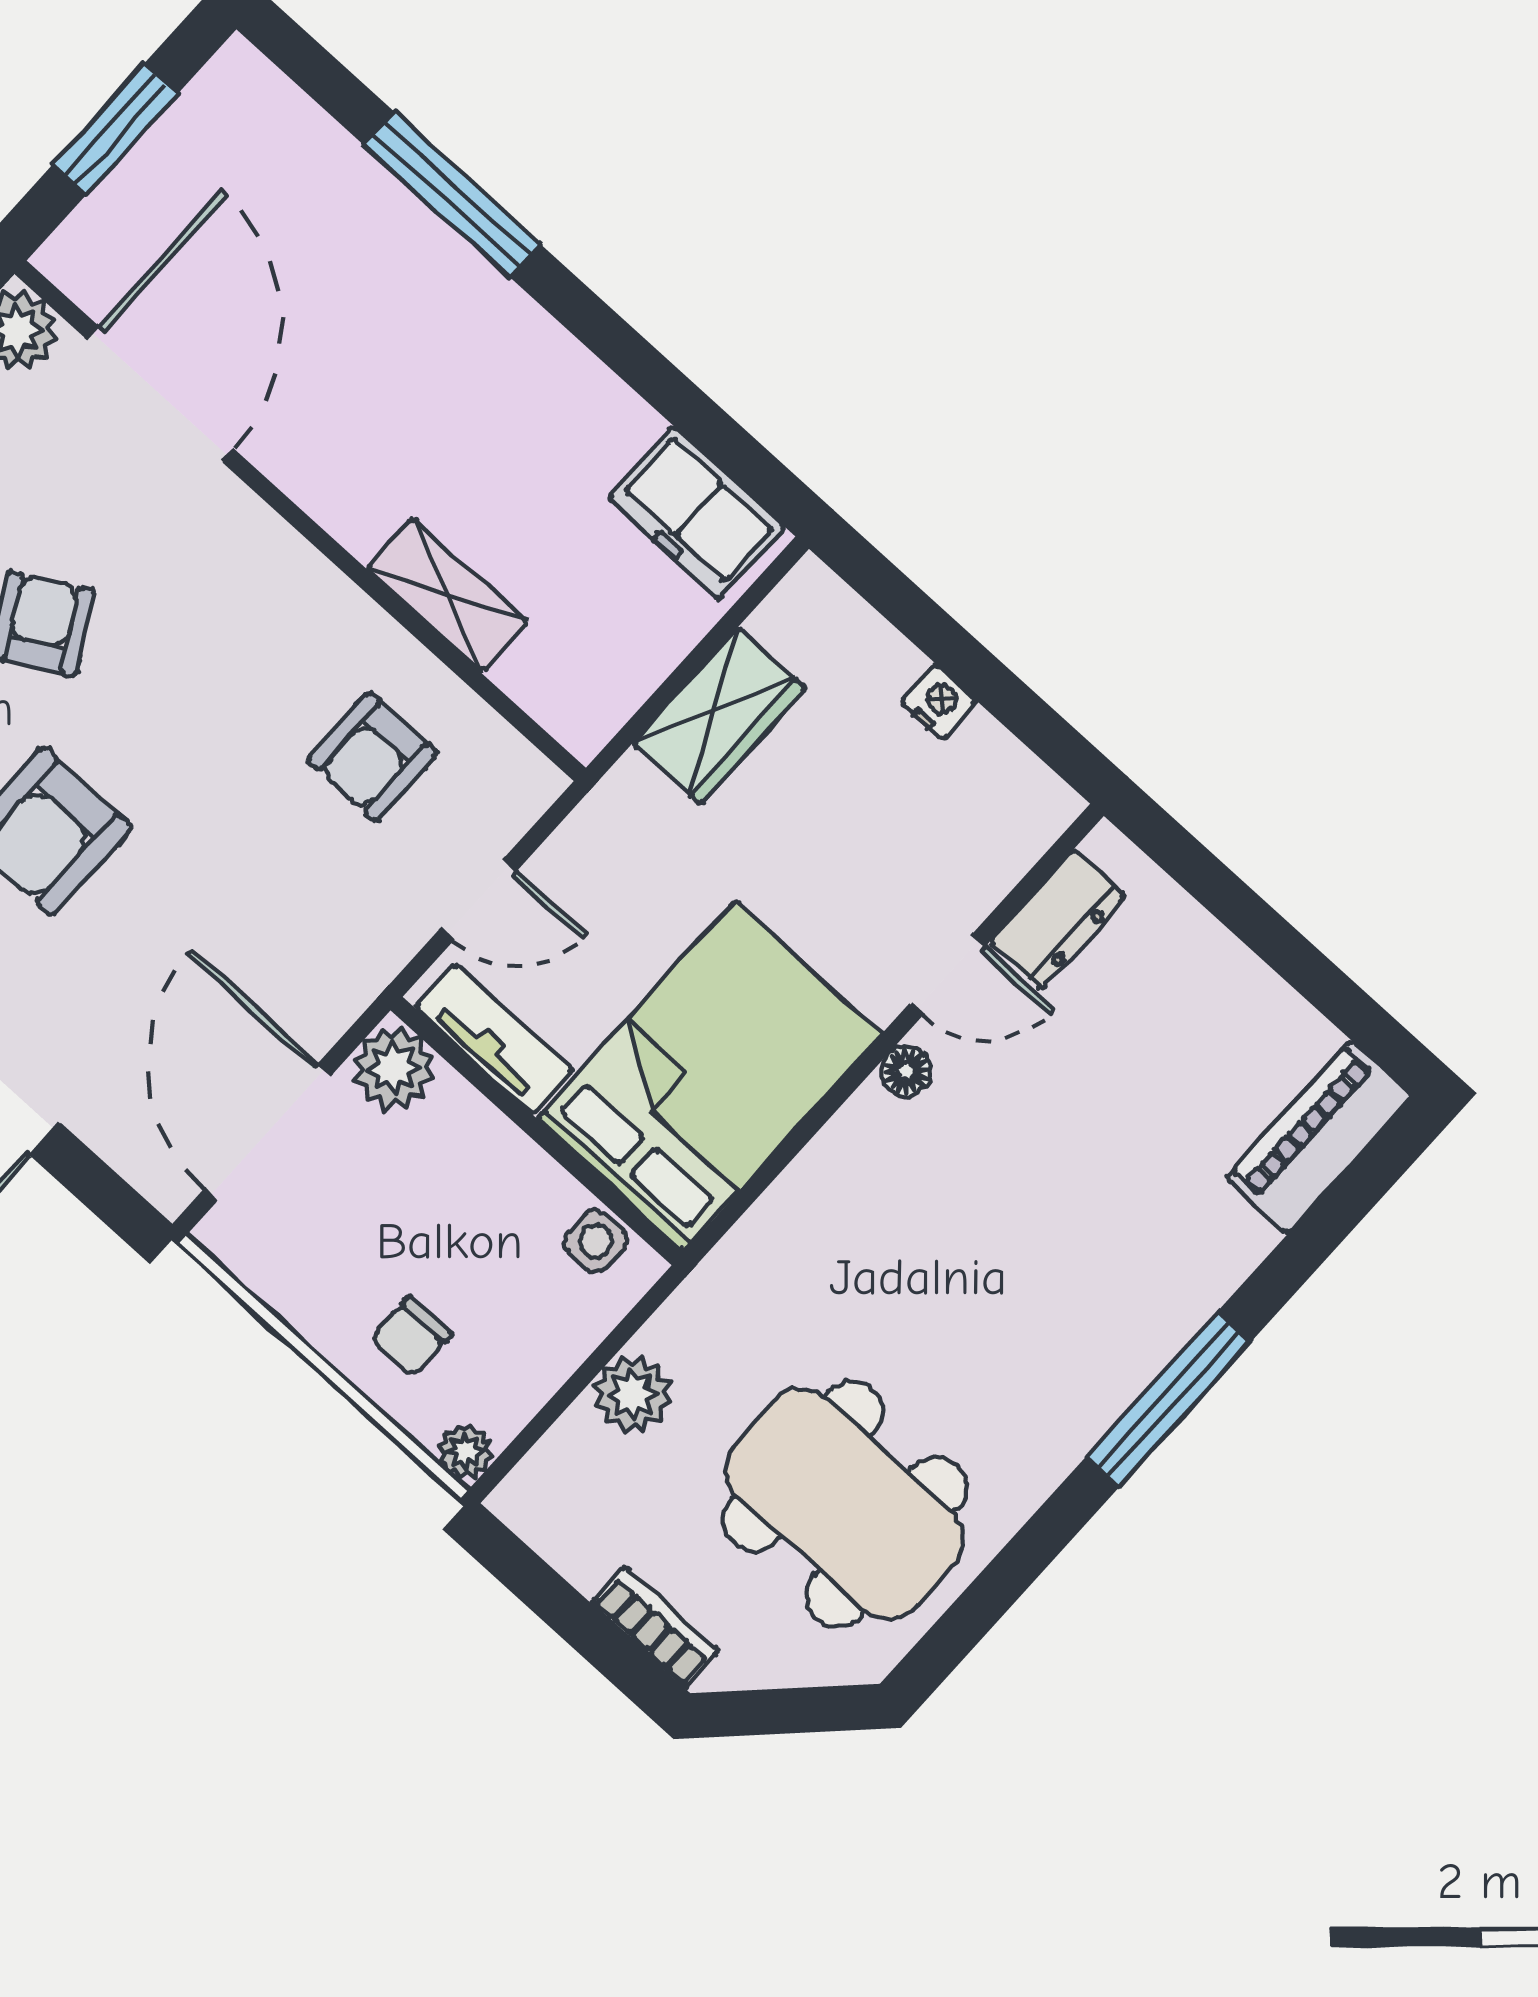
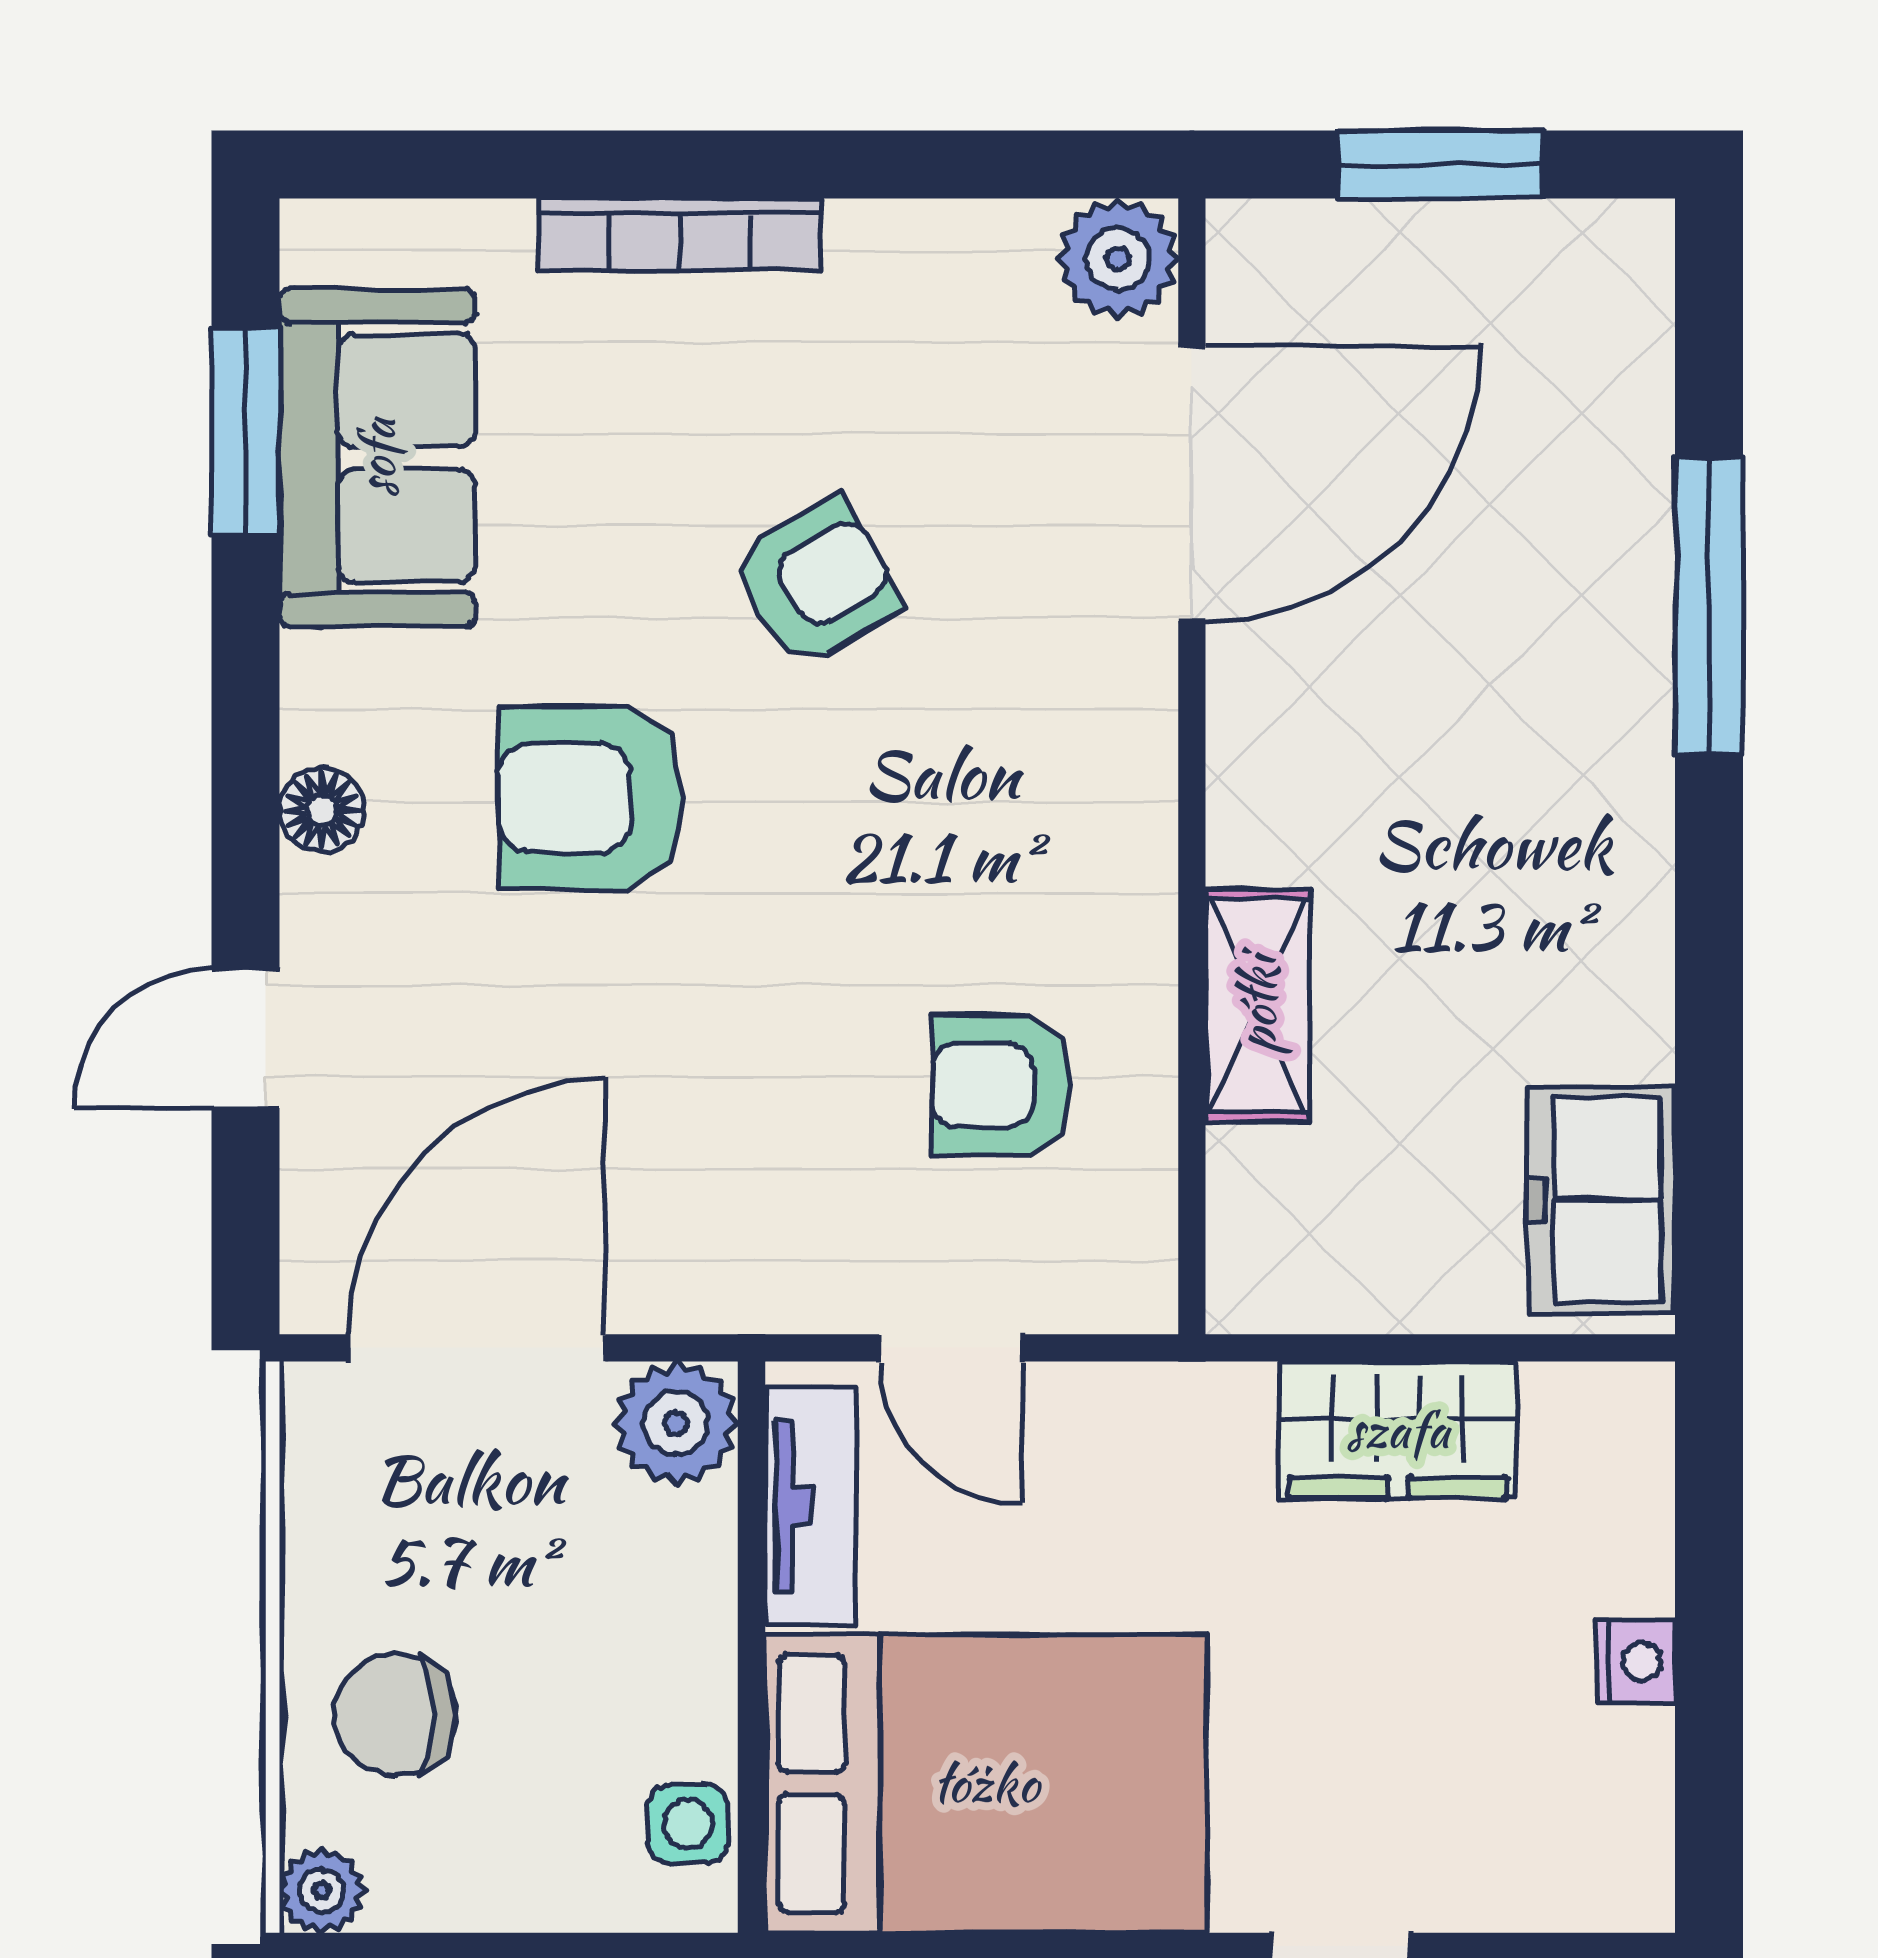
chair: (411, 1337) -> (395, 1715), width x1.37, depth x1.37

